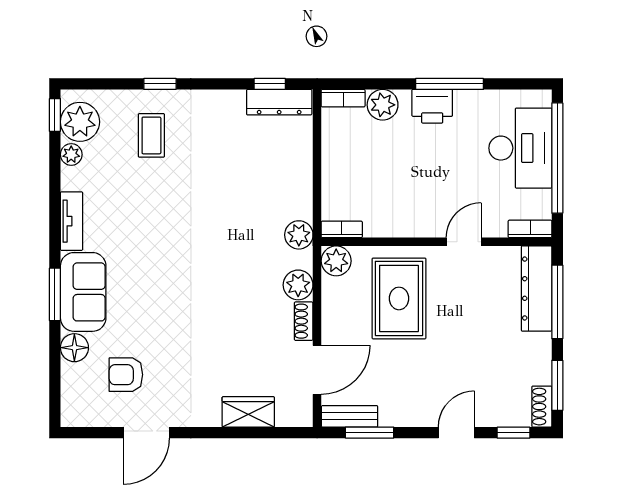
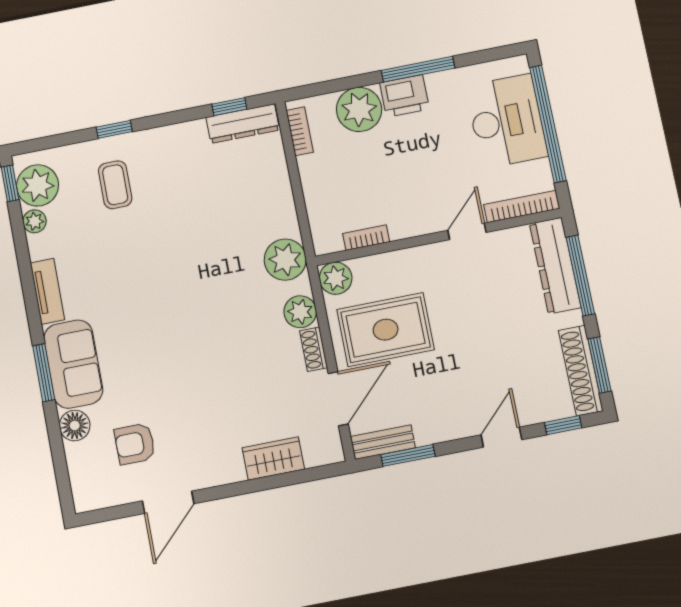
bookcase: (343, 98) -> (300, 131), moved, turned -90
plant: (383, 105) -> (359, 109), width x1.36, depth x1.36
bookcase: (342, 229) -> (366, 238), moved
bookcase: (530, 229) -> (522, 206), width x1.56
plant: (299, 235) -> (285, 260), width x1.36, depth x1.36
rug: (399, 298) -> (386, 330), moved, turned 90
shoe rack: (542, 407) -> (581, 371), width x1.94, depth x1.24

